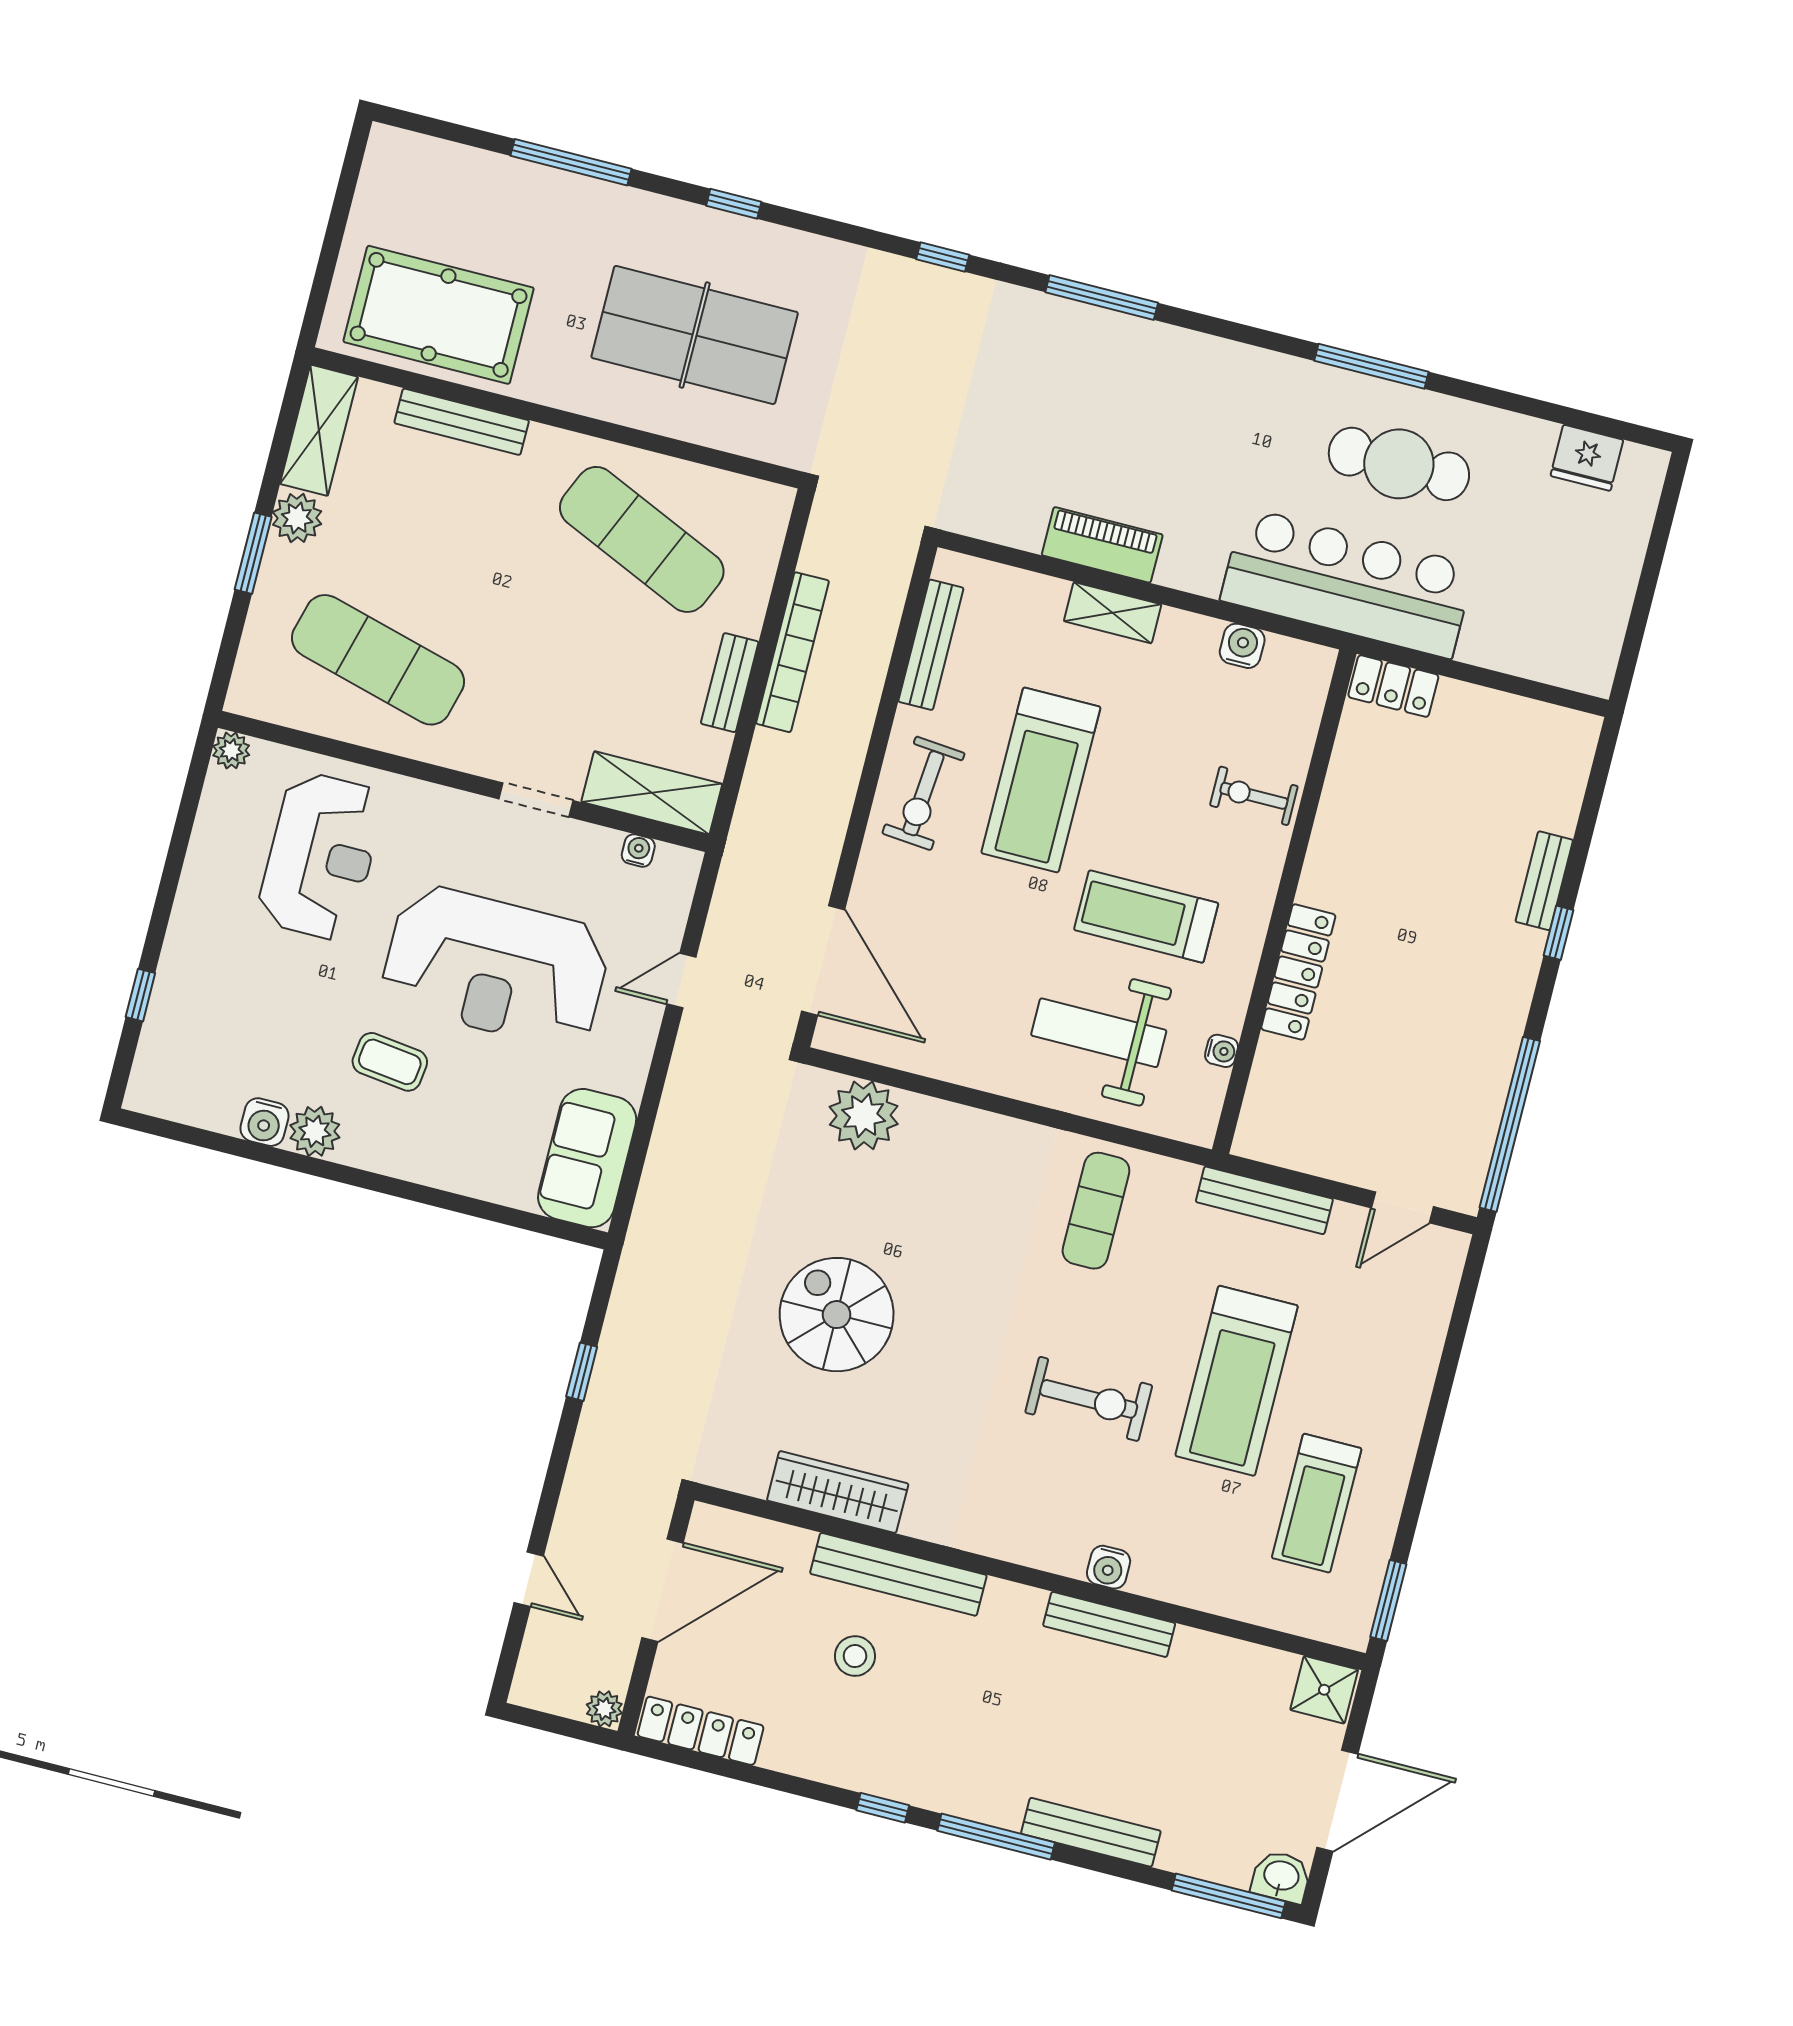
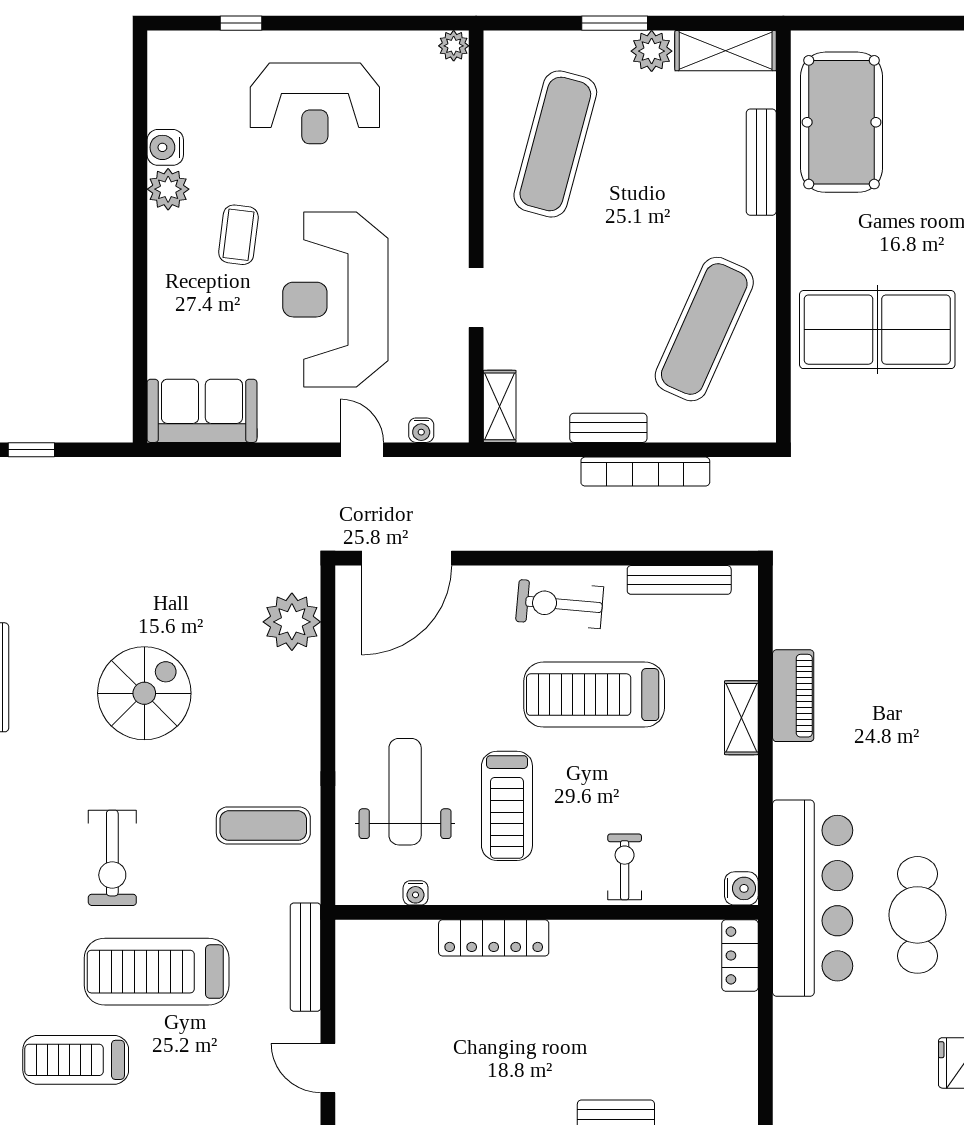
table tennis table: (695, 335) -> (877, 330), turned 90
water cooler: (1242, 646) -> (741, 888), moved
shelving: (652, 793) -> (500, 406), width x0.67, depth x0.75
water cooler: (638, 851) -> (421, 430), moved, turned 90
reception desk: (321, 856) -> (315, 103), moved
treadmill: (1146, 916) -> (507, 806), turned 180
spiral stairs: (837, 1315) -> (144, 693), moved

